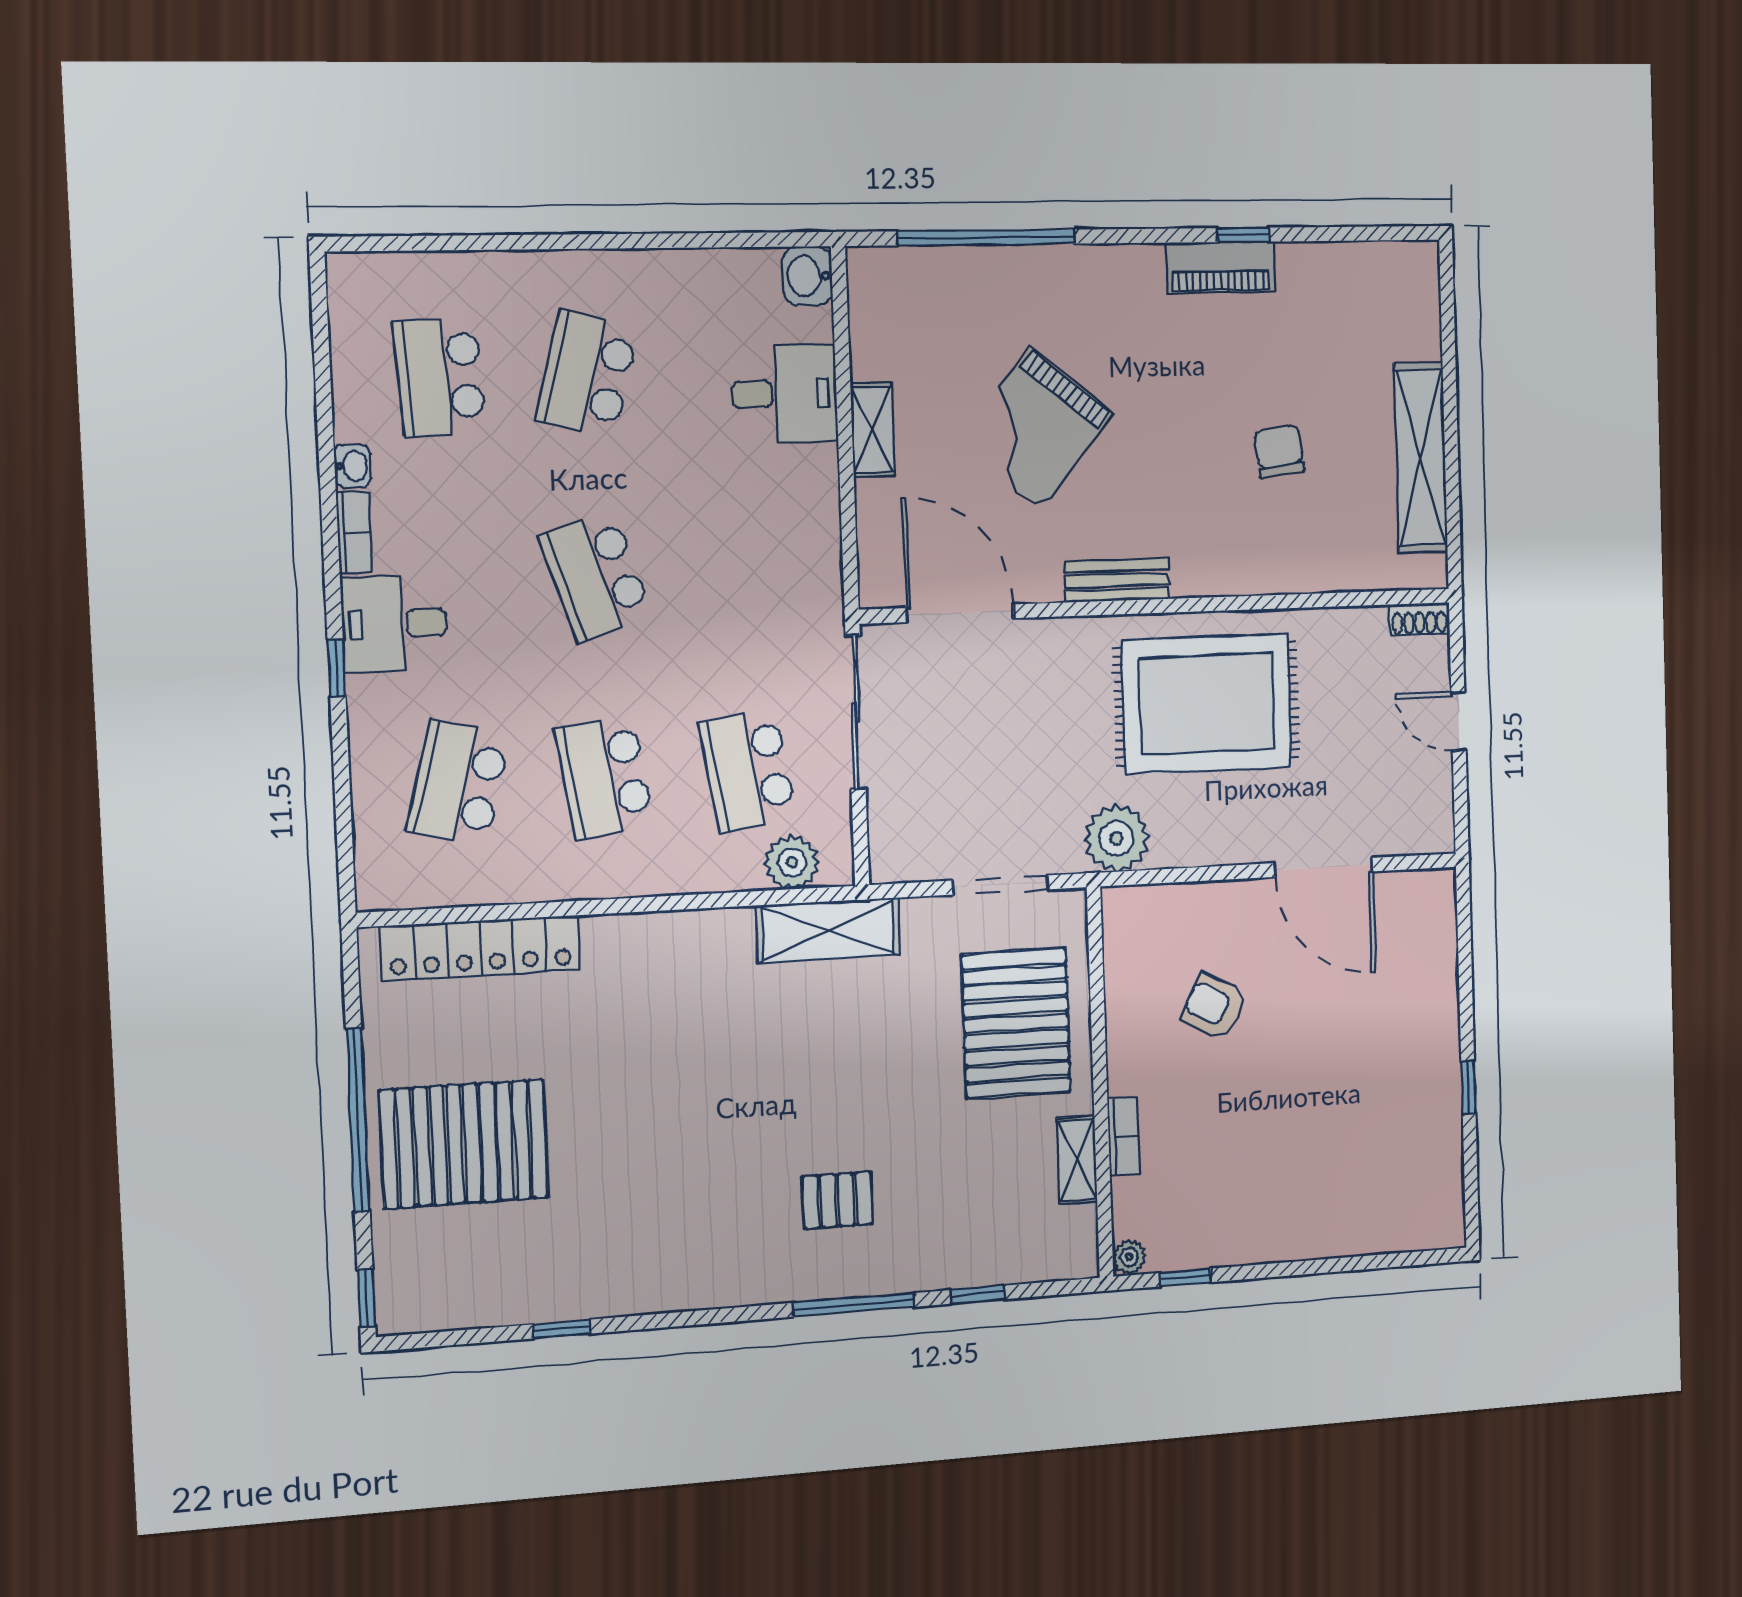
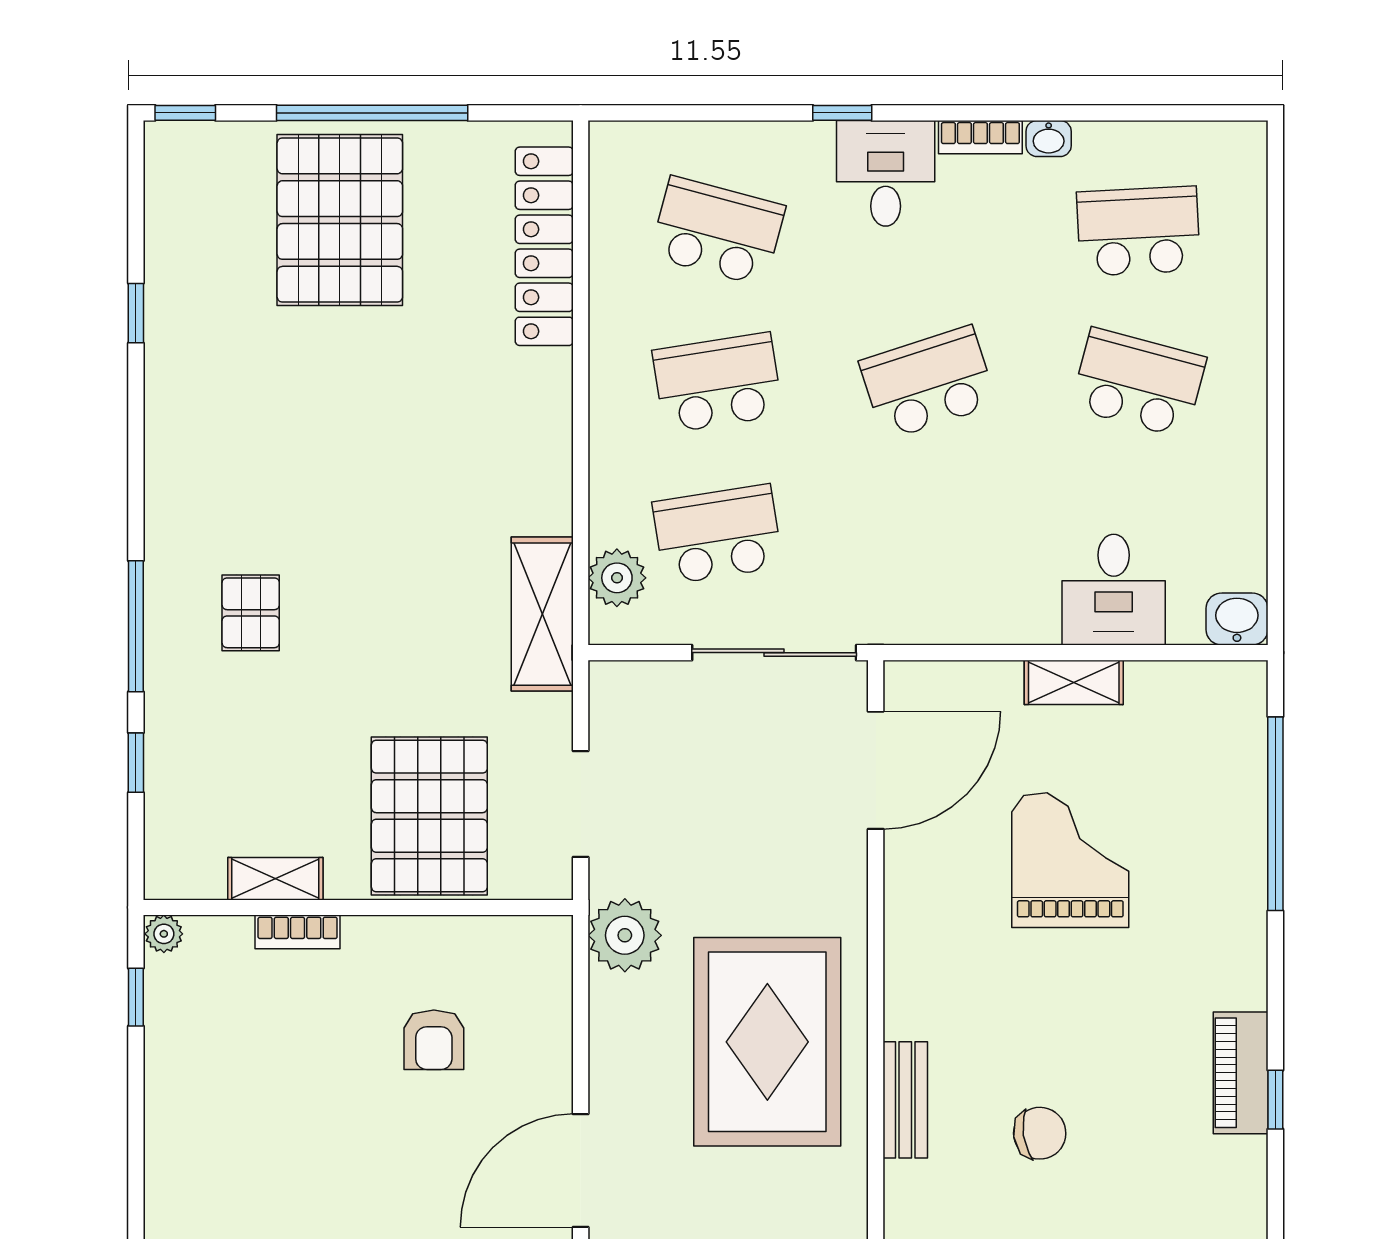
grand piano: (1035, 429) -> (1070, 860), turned 51
bench: (1117, 580) -> (905, 1100), moved
armchair: (1214, 1007) -> (434, 1040), turned 153
pallet: (1016, 1023) -> (429, 816), turned 90

